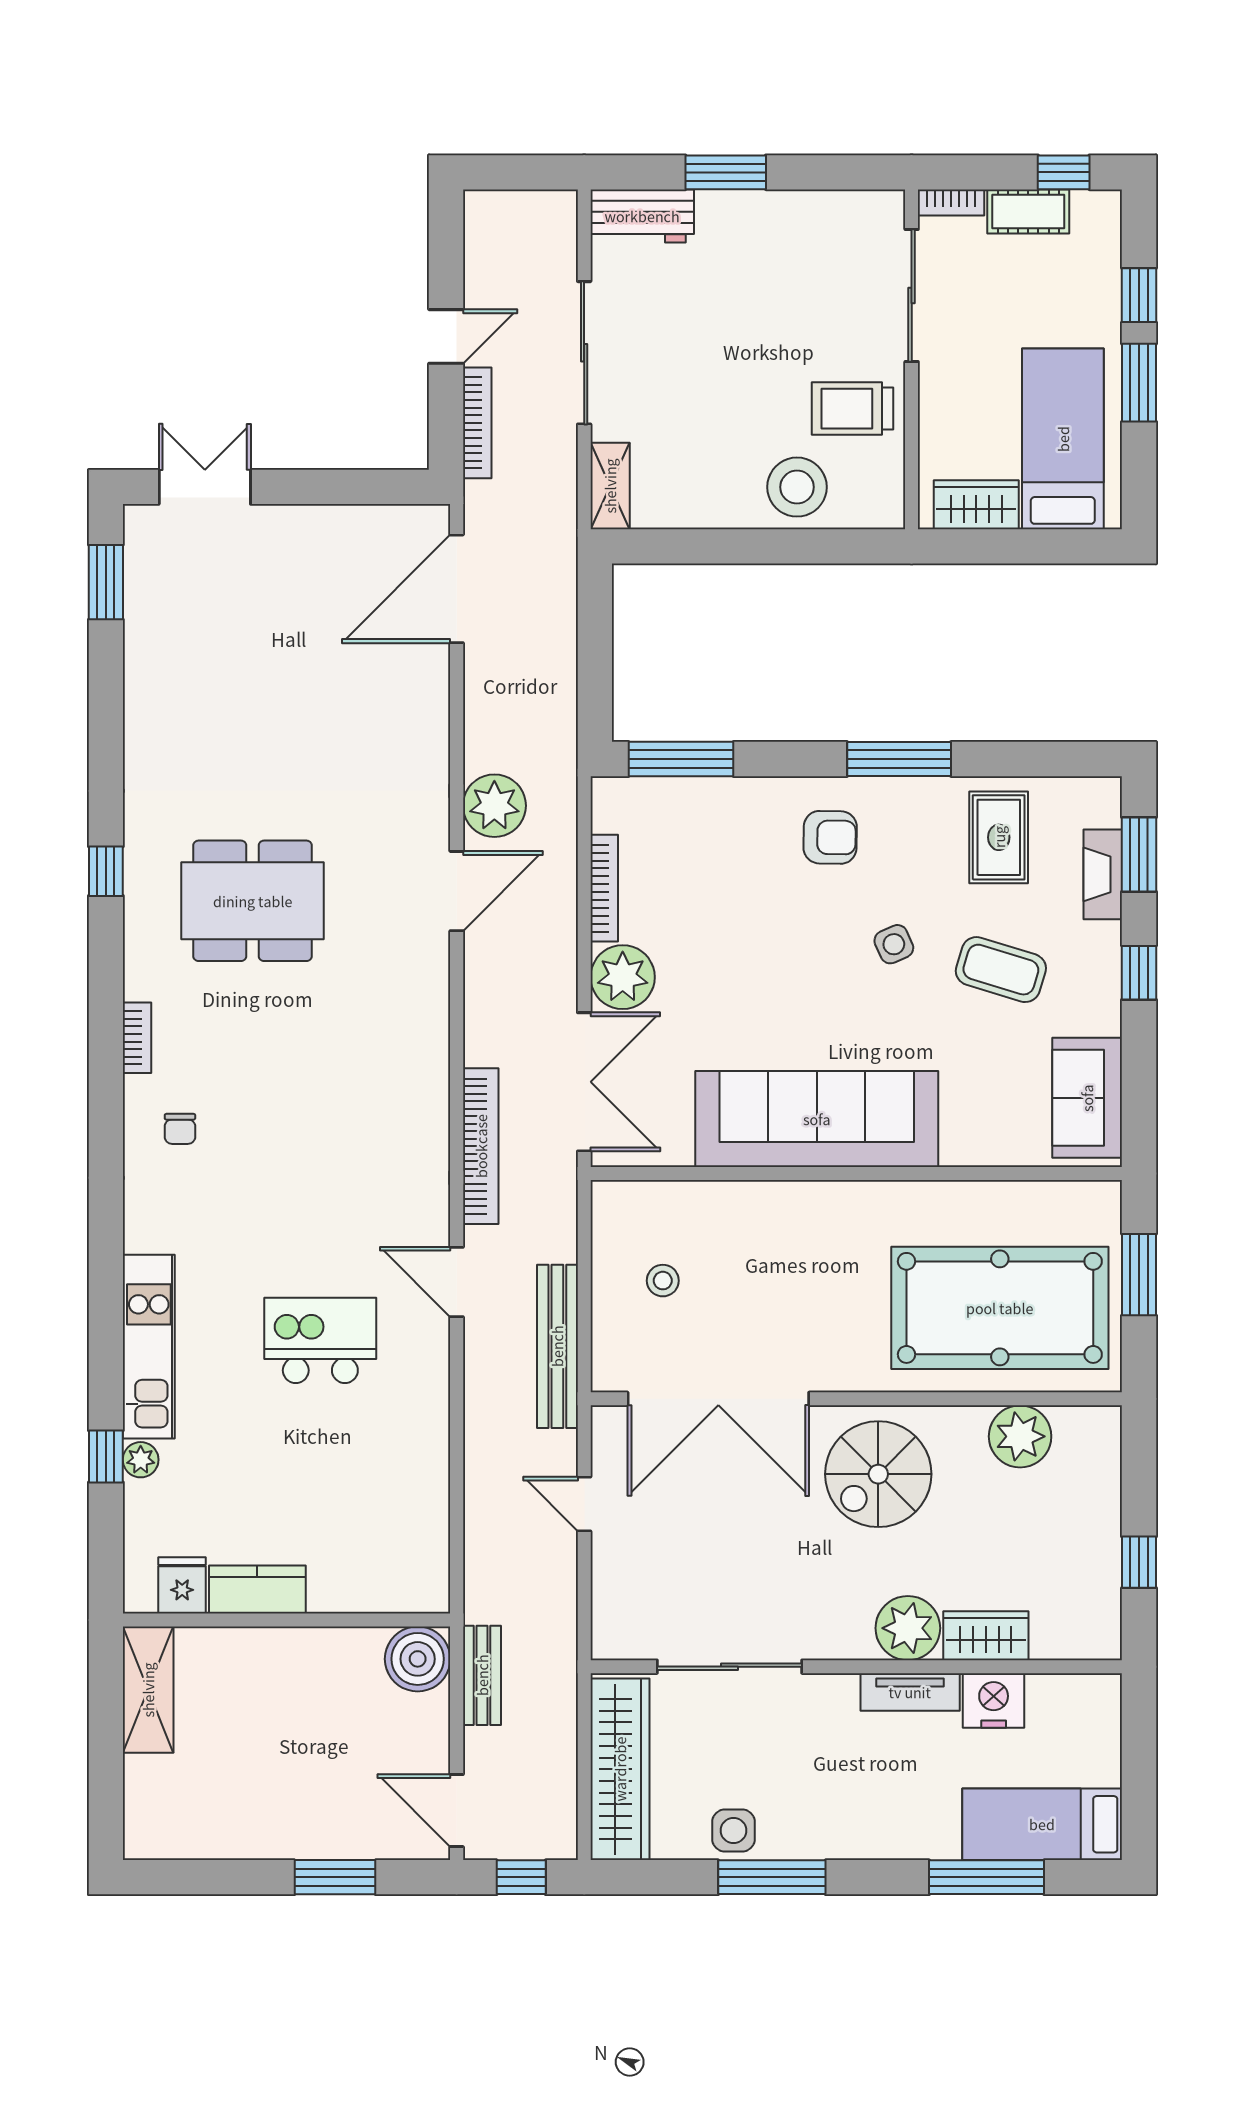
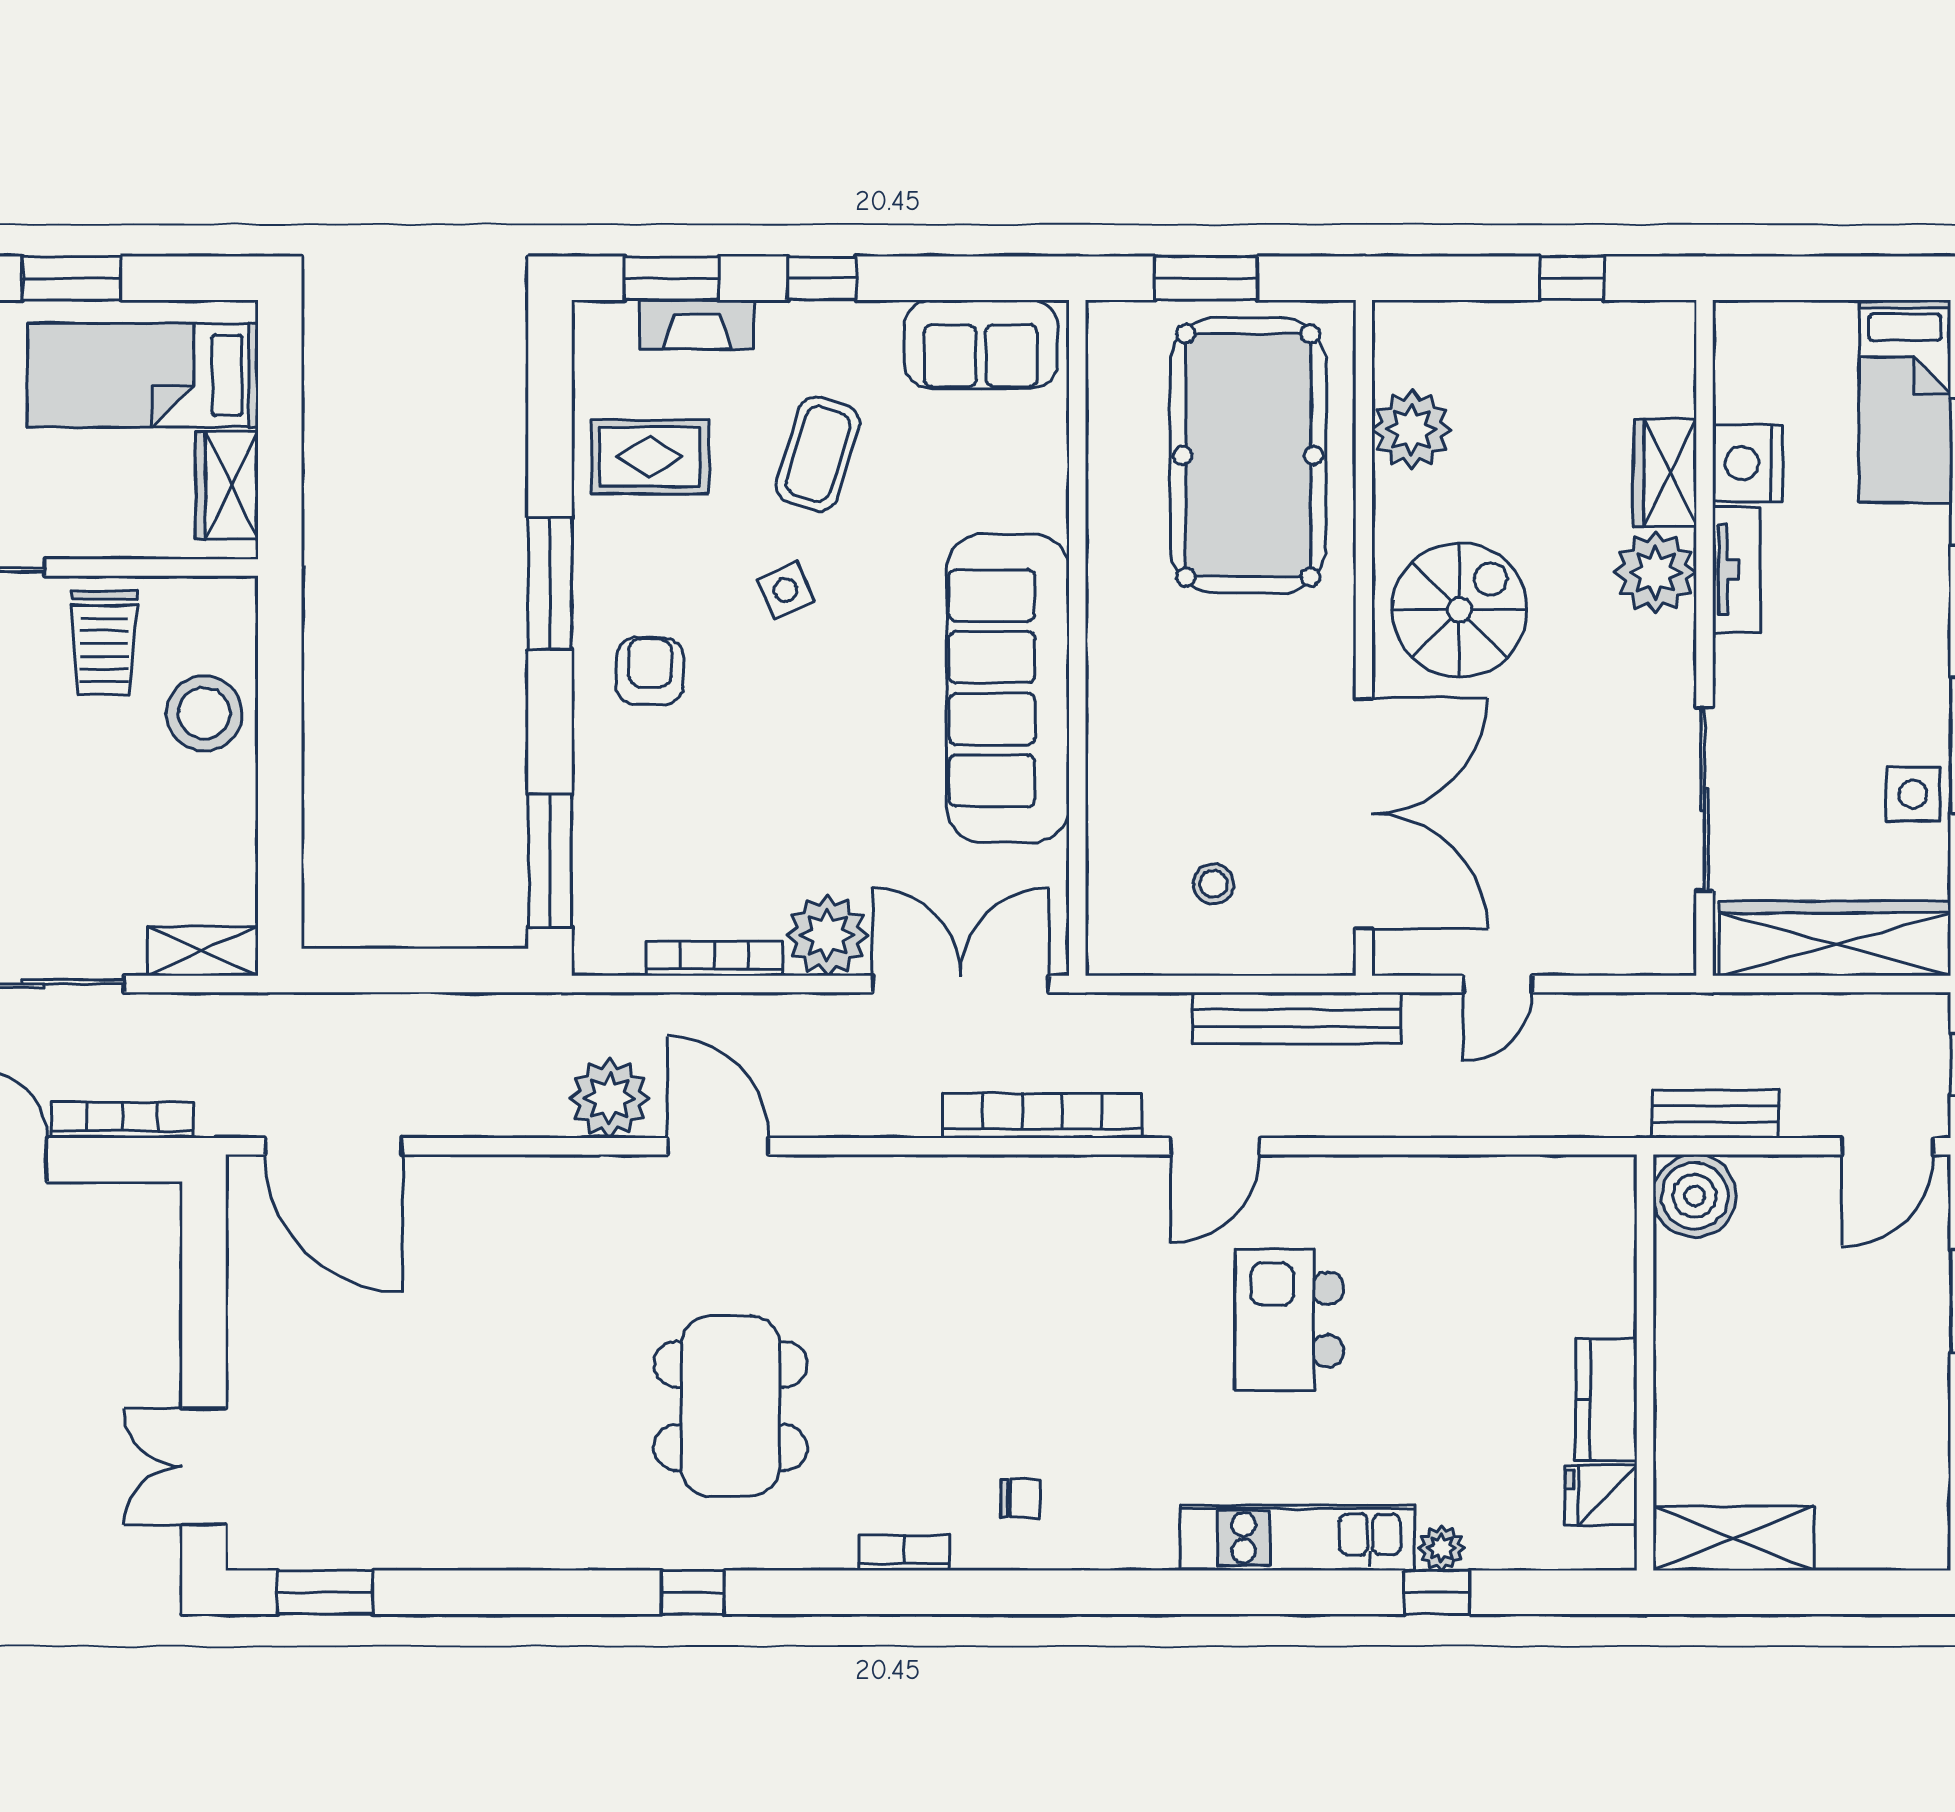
spiral stairs: (878, 1474) -> (1460, 610), turned -90

